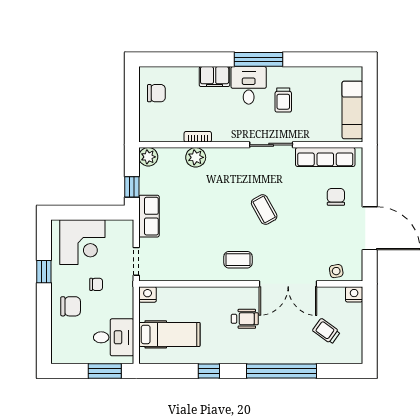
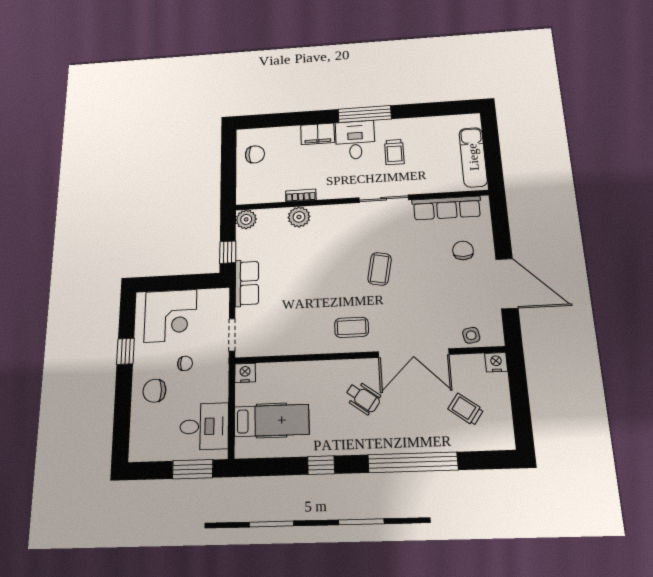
coffee table: (264, 210) -> (380, 269), turned 40
chair: (71, 306) -> (154, 391), turned 180
wheelchair: (245, 319) -> (363, 398), turned 36

